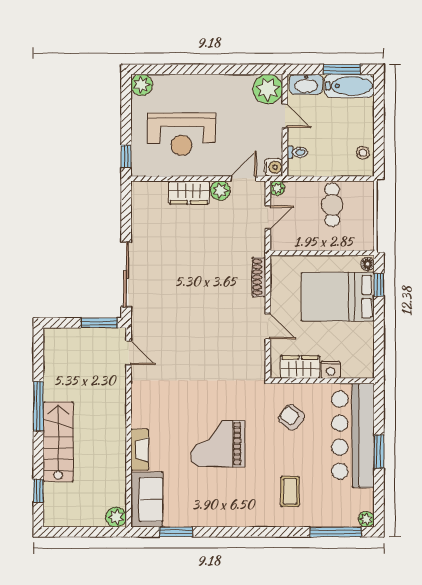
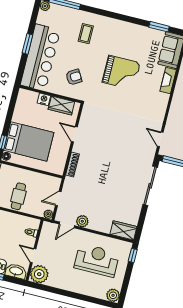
water cooler: (274, 167) -> (47, 227), removed
wardrobe: (189, 193) -> (123, 230), moved
armchair: (292, 417) -> (74, 77), turned -68

